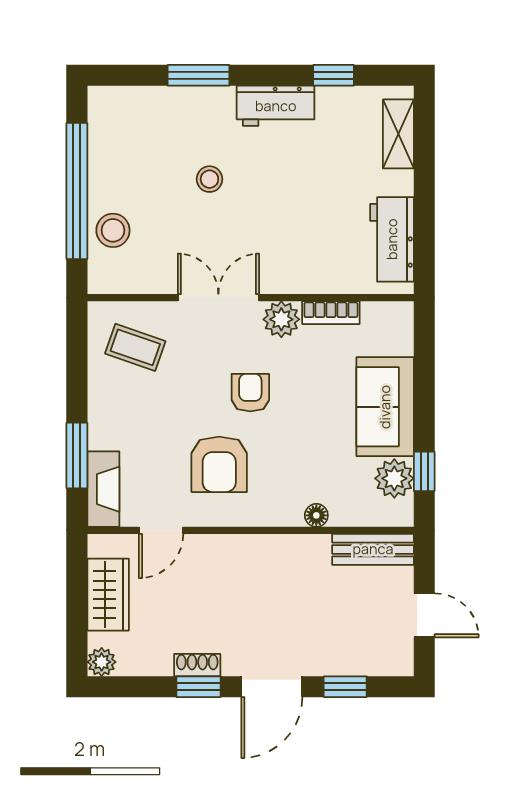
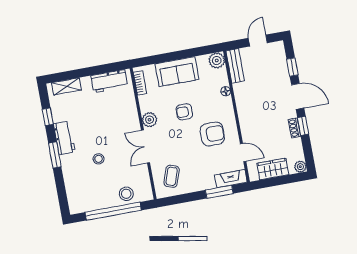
window: (199, 75) -> (55, 155), moved
bookcase: (331, 313) -> (140, 83), moved
armchair: (250, 393) -> (184, 112), moved
window: (424, 471) -> (200, 51), removed
plant: (394, 478) -> (217, 61), moved

